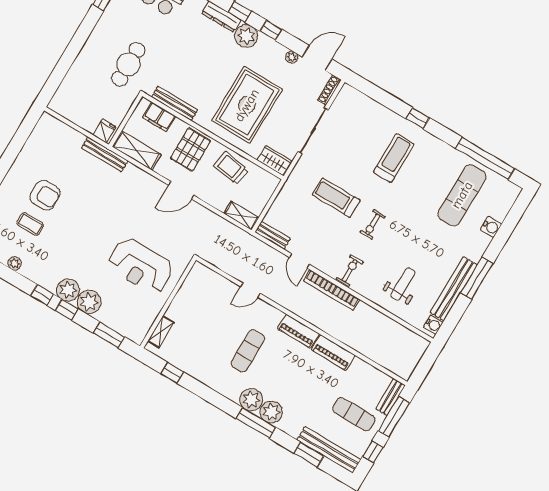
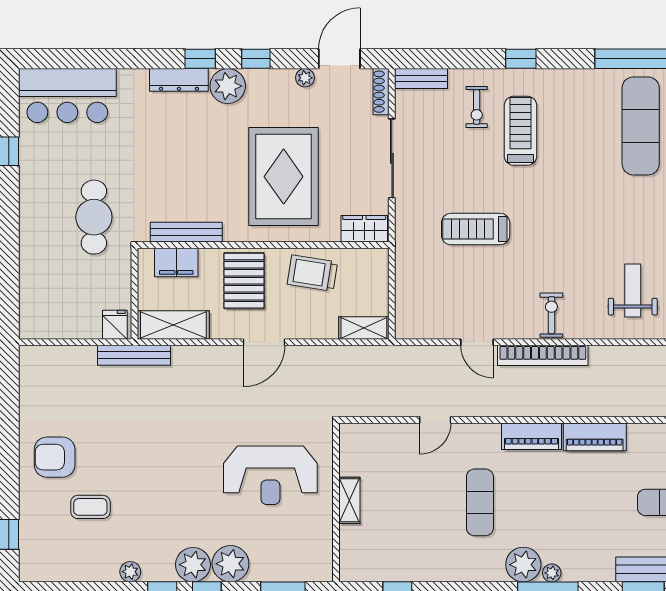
armchair: (45, 195) -> (55, 457), moved, turned 180
exercise bike: (373, 225) -> (477, 107), moved
bench: (273, 235) -> (421, 78), moved
plant: (15, 263) -> (130, 572), moved
shelving: (161, 332) -> (349, 500), moved
plant: (271, 412) -> (552, 573), width x0.53, depth x0.53

